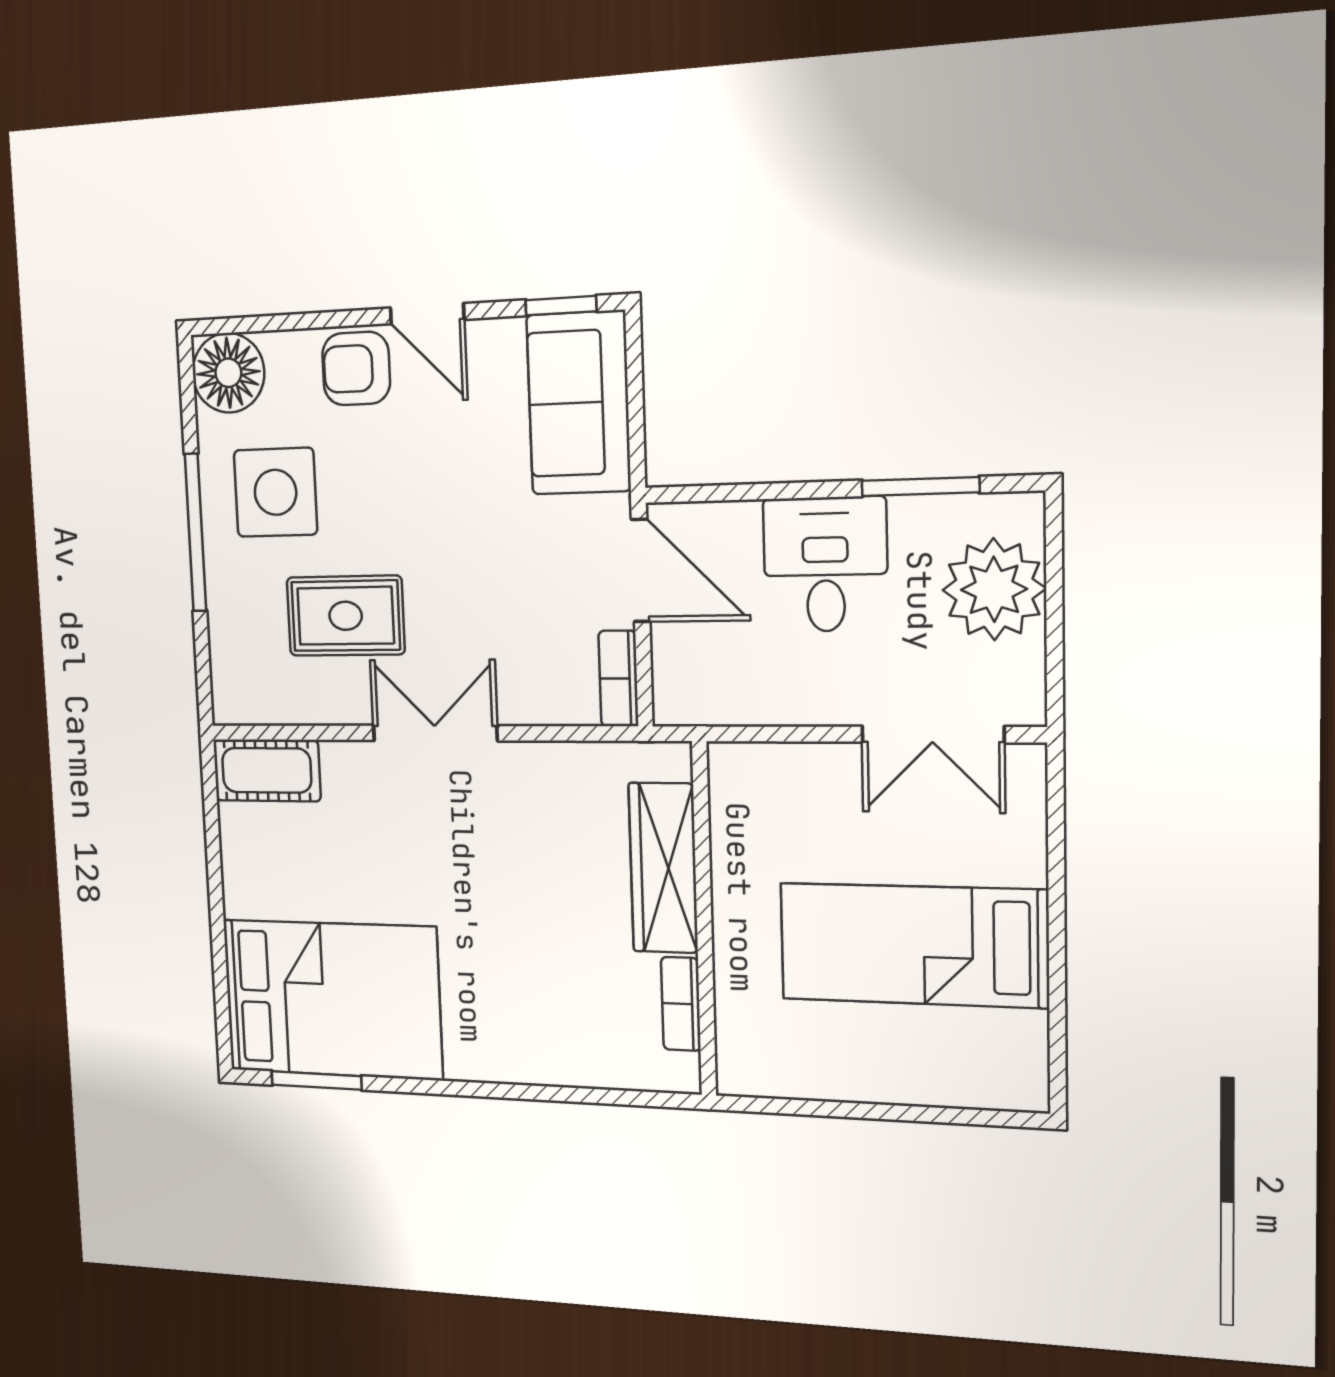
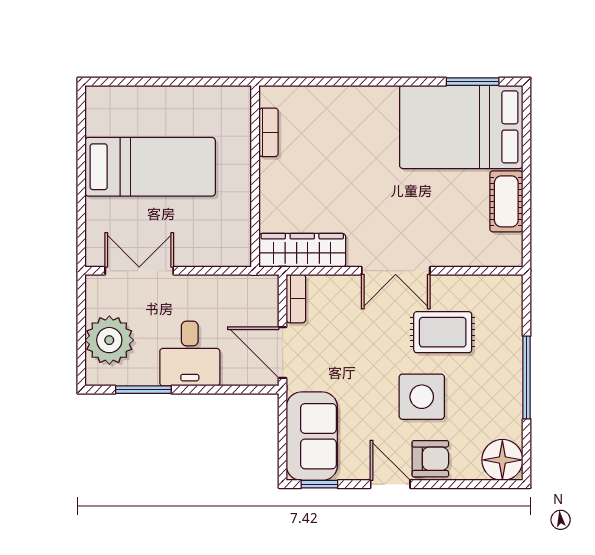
side table: (275, 492) -> (422, 397), moved
cot: (267, 770) -> (506, 201), moved, turned 90
wardrobe: (663, 868) -> (302, 250), moved, turned -90

